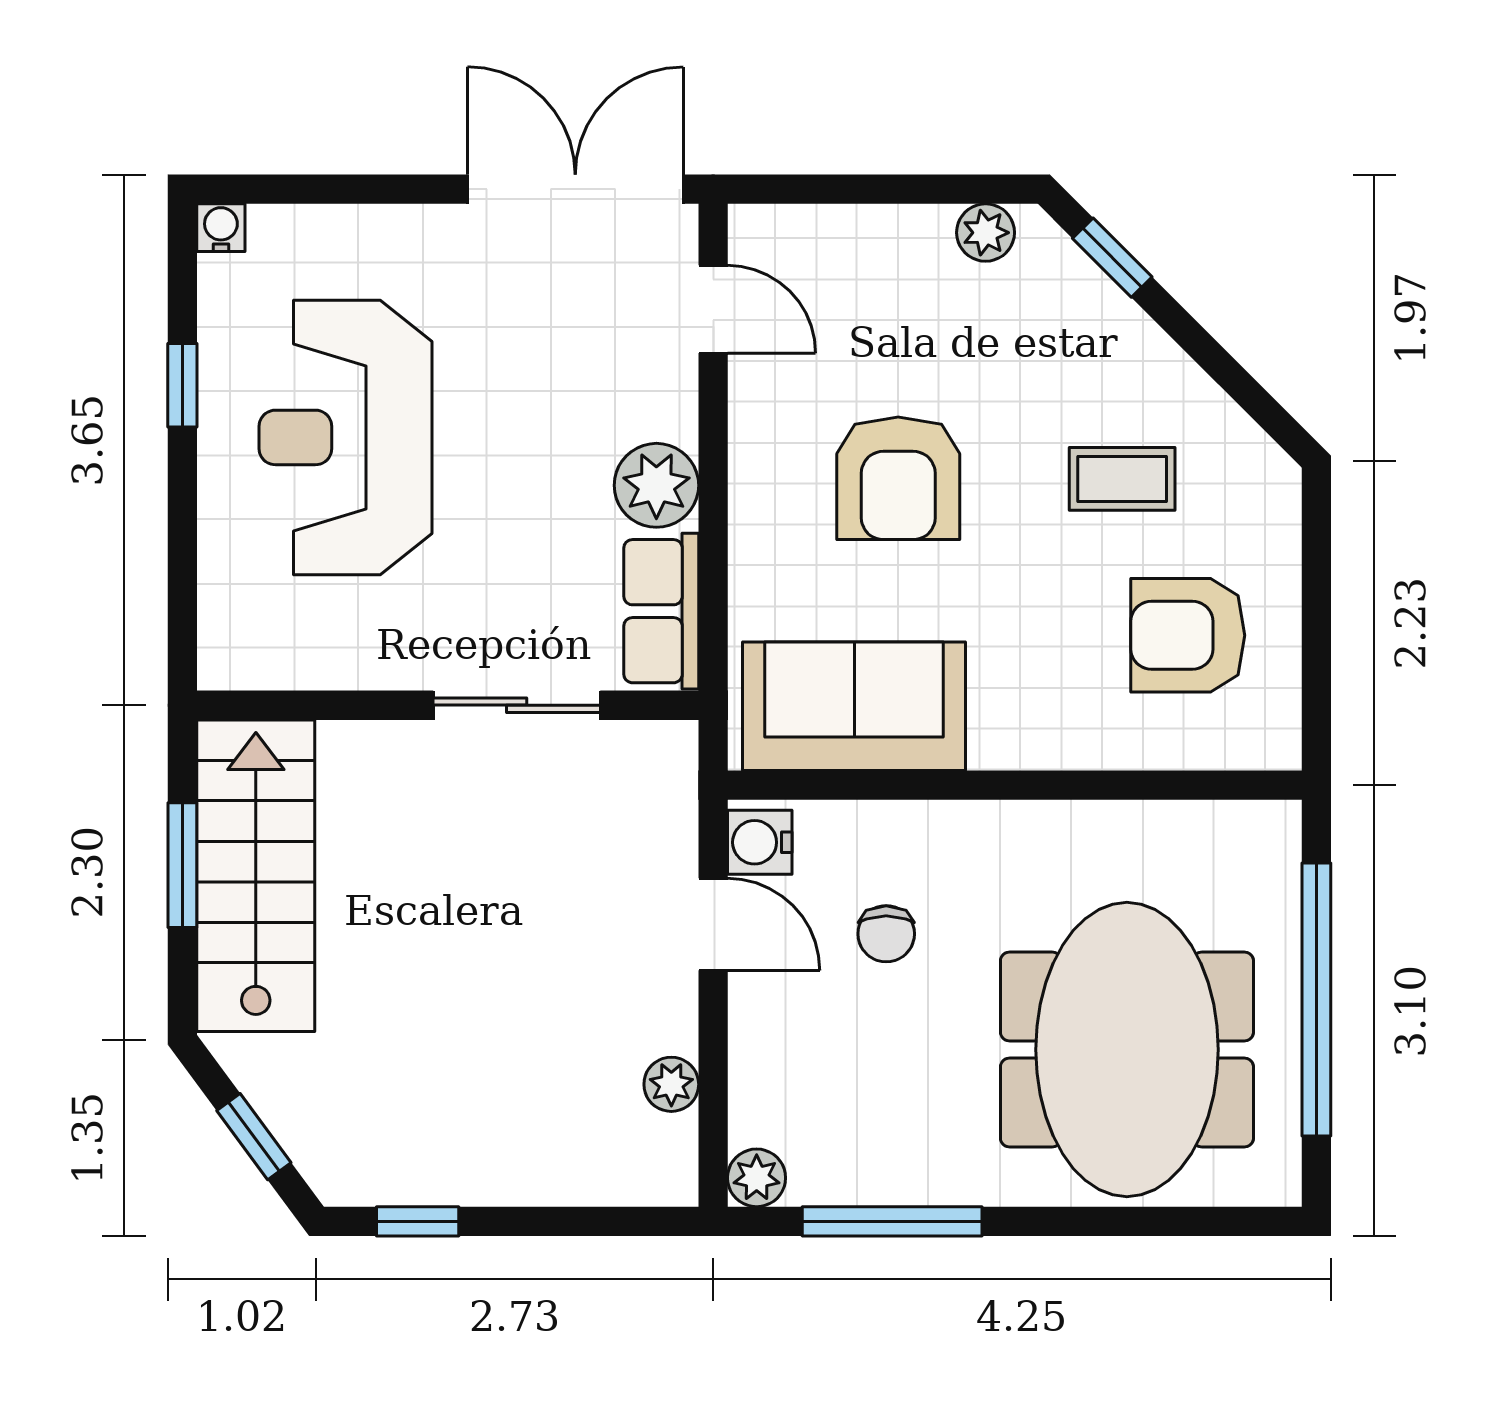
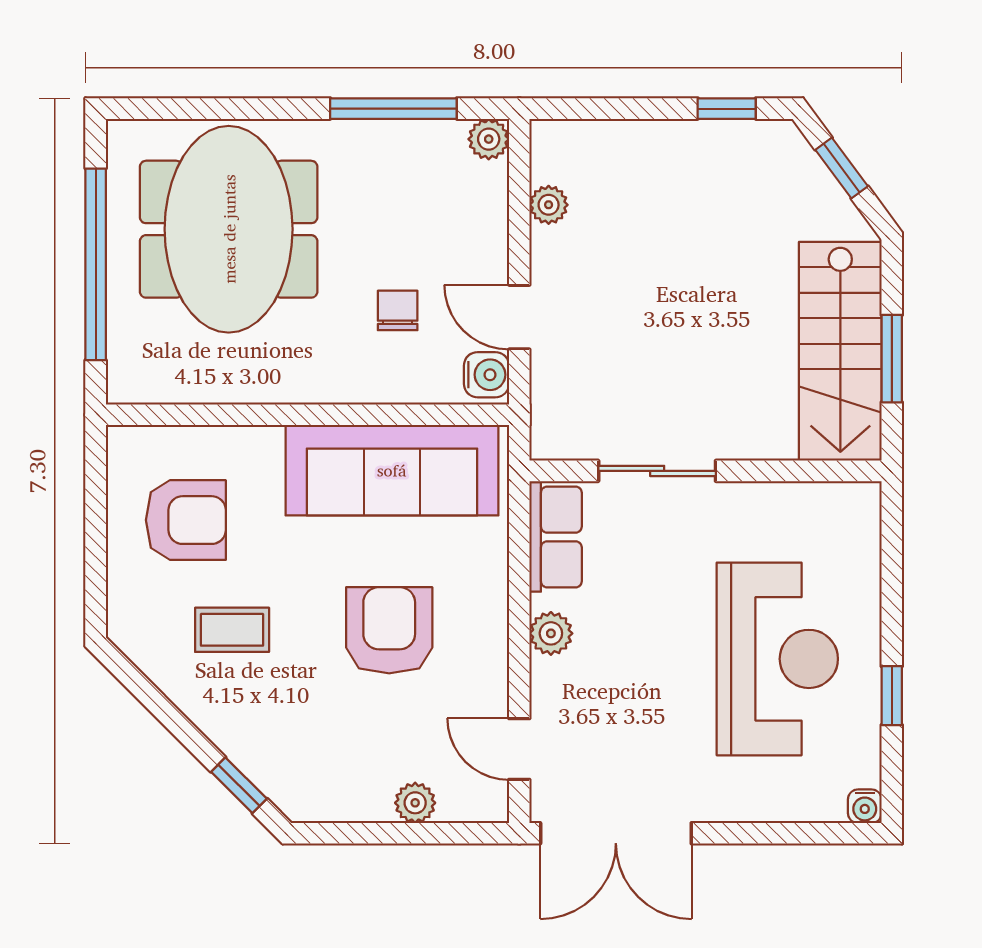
plant: (986, 233) -> (415, 803), moved
plant: (656, 485) -> (551, 633), width x0.73, depth x0.73
sofa: (854, 706) -> (392, 470), width x1.36

